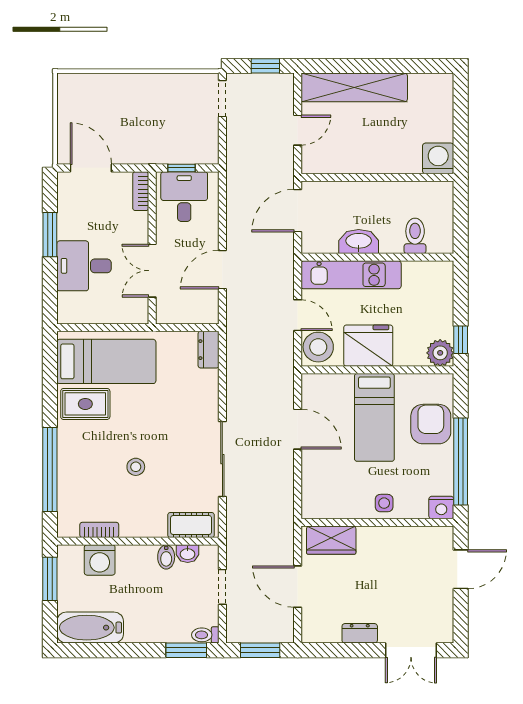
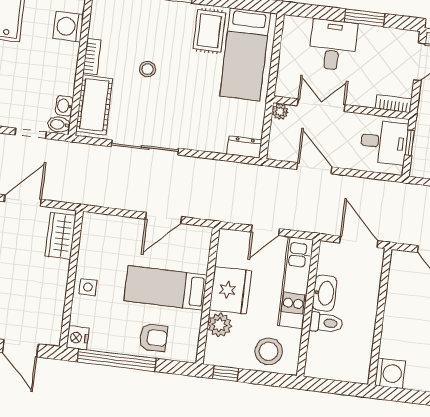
toilet: (415, 236) -> (326, 323), moved
plant: (165, 315) -> (280, 111), added
stool: (318, 347) -> (269, 351), moved
plant: (440, 353) -> (220, 325), moved
armchair: (431, 424) -> (153, 338), width x0.72, depth x0.72
cot: (191, 525) -> (94, 105), width x1.37, depth x1.34
bookcase: (99, 530) -> (92, 57), moved
bidet: (166, 557) -> (59, 125), moved

